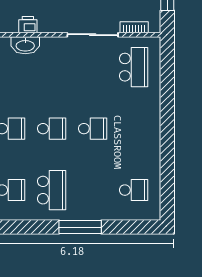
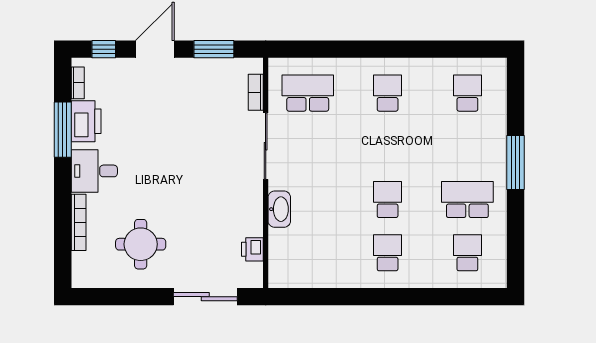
printer: (28, 25) -> (252, 249), moved
washbasin: (25, 45) -> (279, 209), moved
school desk: (93, 129) -> (388, 93), moved

